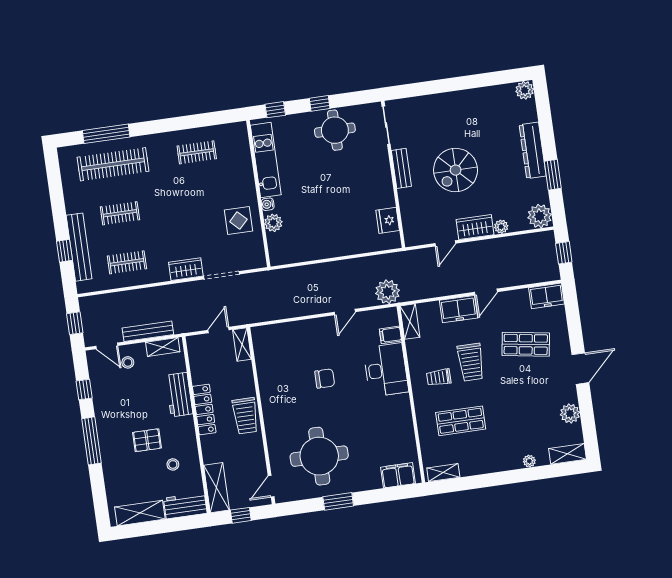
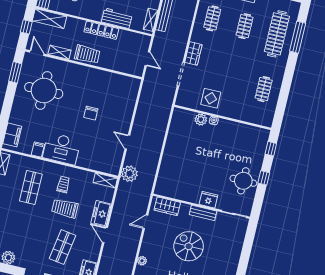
kitchen unit: (266, 160) -> (242, 130), removed
fridge: (388, 220) -> (208, 200), moved
wardrobe: (475, 227) -> (167, 206), moved, turned 90
door: (445, 243) -> (145, 222), hinge flipped
filing cabinet: (390, 335) -> (38, 150), moved
shelving: (242, 345) -> (59, 52), moved
desk: (386, 370) -> (62, 149), moved
trolley: (245, 416) -> (87, 54), turned 180
window: (338, 501) -> (15, 72), moved

